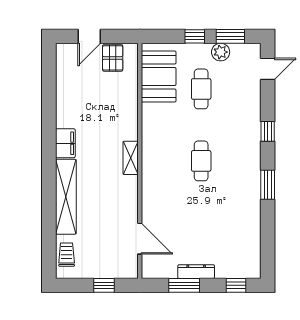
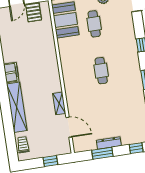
shelving: (131, 158) -> (59, 103), moved

